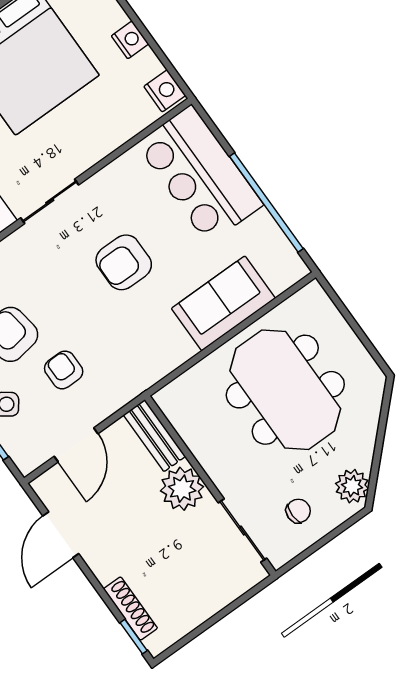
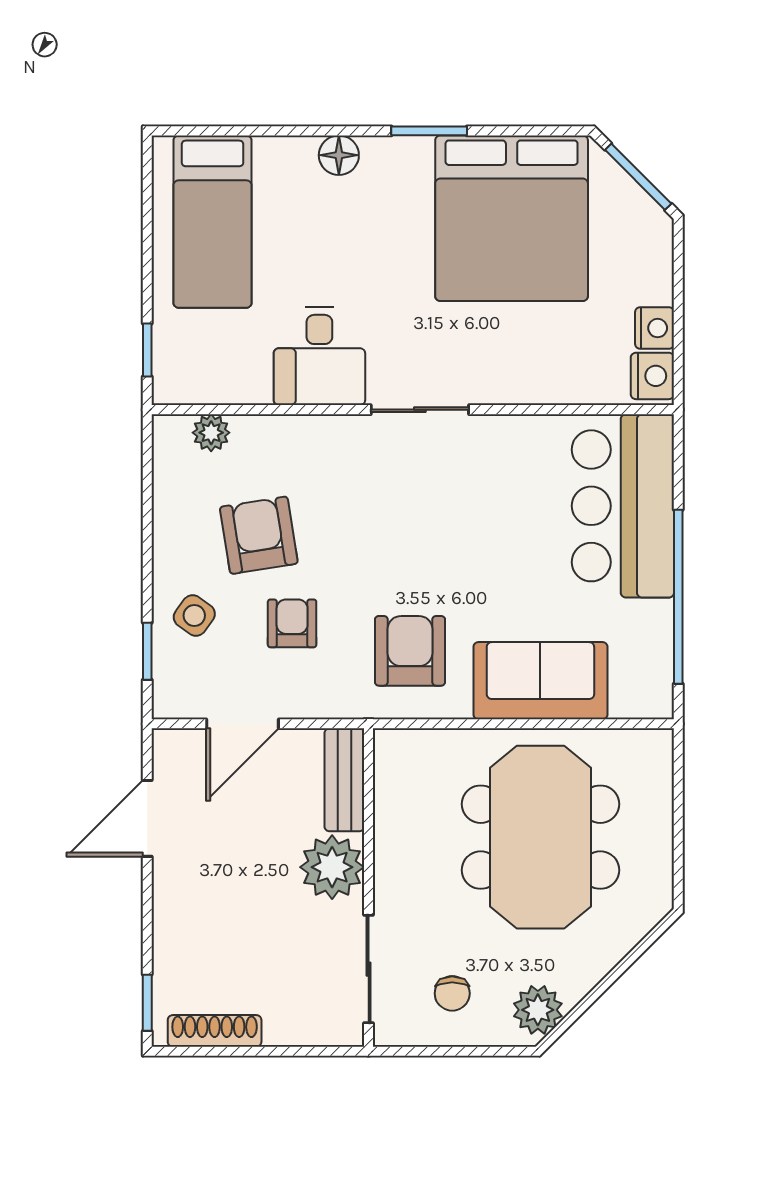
nightstand: (130, 40) -> (655, 328), moved
armchair: (124, 262) -> (410, 651), moved, turned 90
chair: (298, 511) -> (452, 993), turned 90
shoe rack: (130, 609) -> (215, 1031), moved, turned -90

